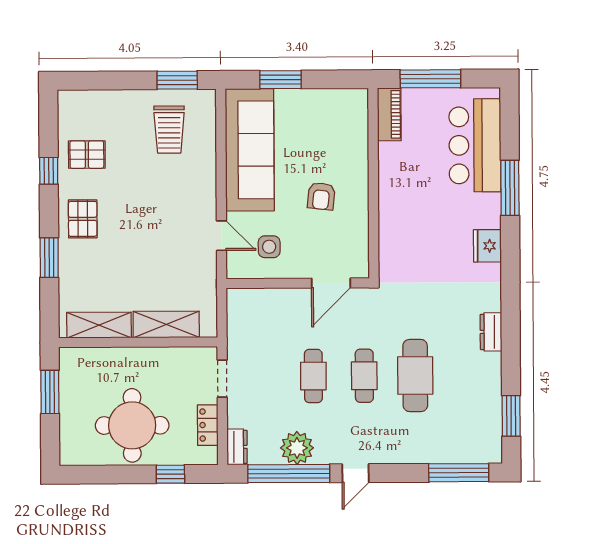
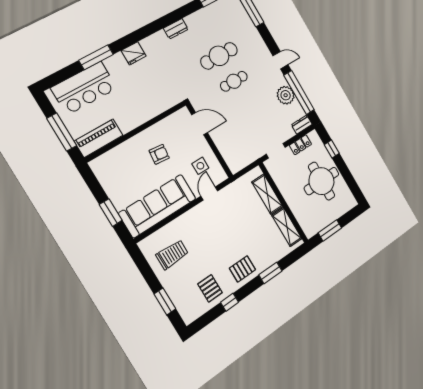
window: (177, 80) -> (165, 301), moved
piano: (389, 114) -> (99, 138), width x1.37, depth x1.33
cafe table: (313, 376) -> (249, 107), removed

